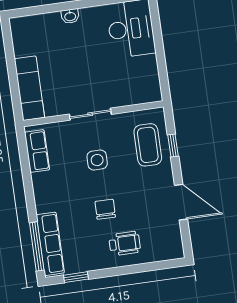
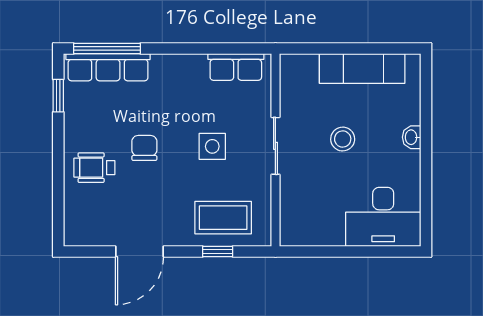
stool: (78, 66) -> (343, 139), added
exam couch: (29, 88) -> (362, 69), moved
chair: (105, 209) -> (144, 148), turned -91
wheelchair: (125, 243) -> (94, 168), turned 90

